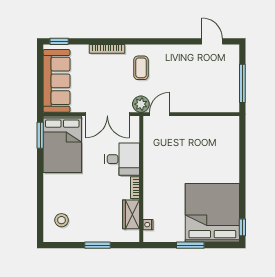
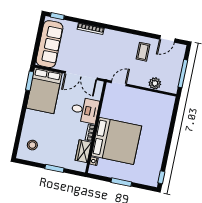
door: (212, 41) -> (167, 39), swing flipped
coffee table: (141, 68) -> (143, 52), moved
plant: (141, 104) -> (155, 83), moved
bed: (212, 213) -> (116, 141), moved, turned 90

